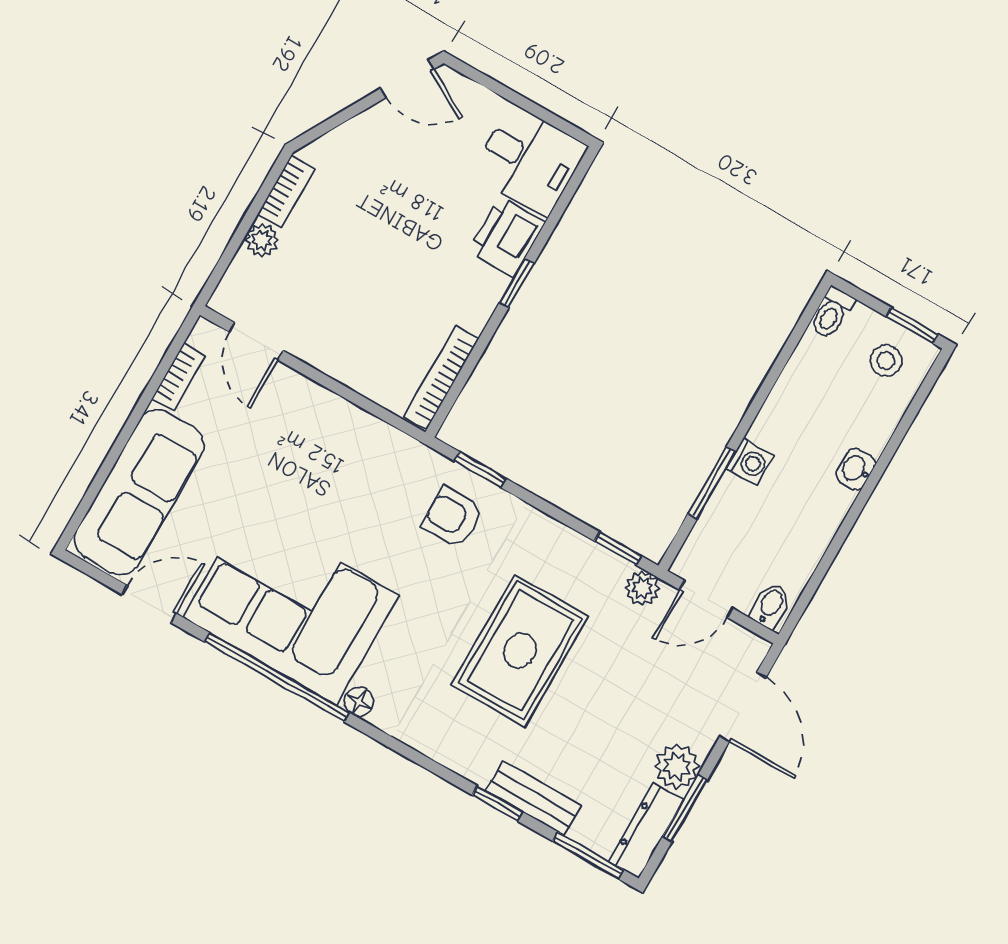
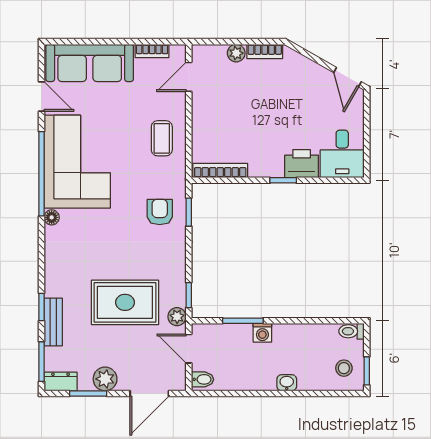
coffee table: (332, 444) -> (162, 138), added
rug: (520, 651) -> (125, 302), moved
dresser: (646, 831) -> (61, 382), width x0.70

